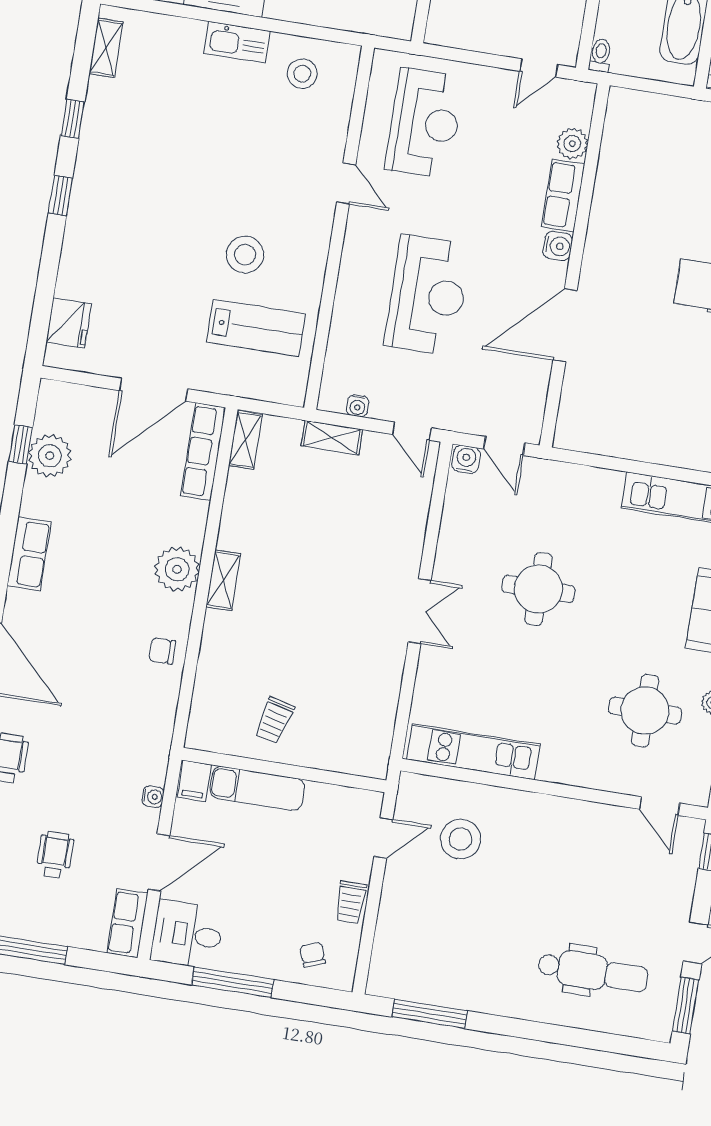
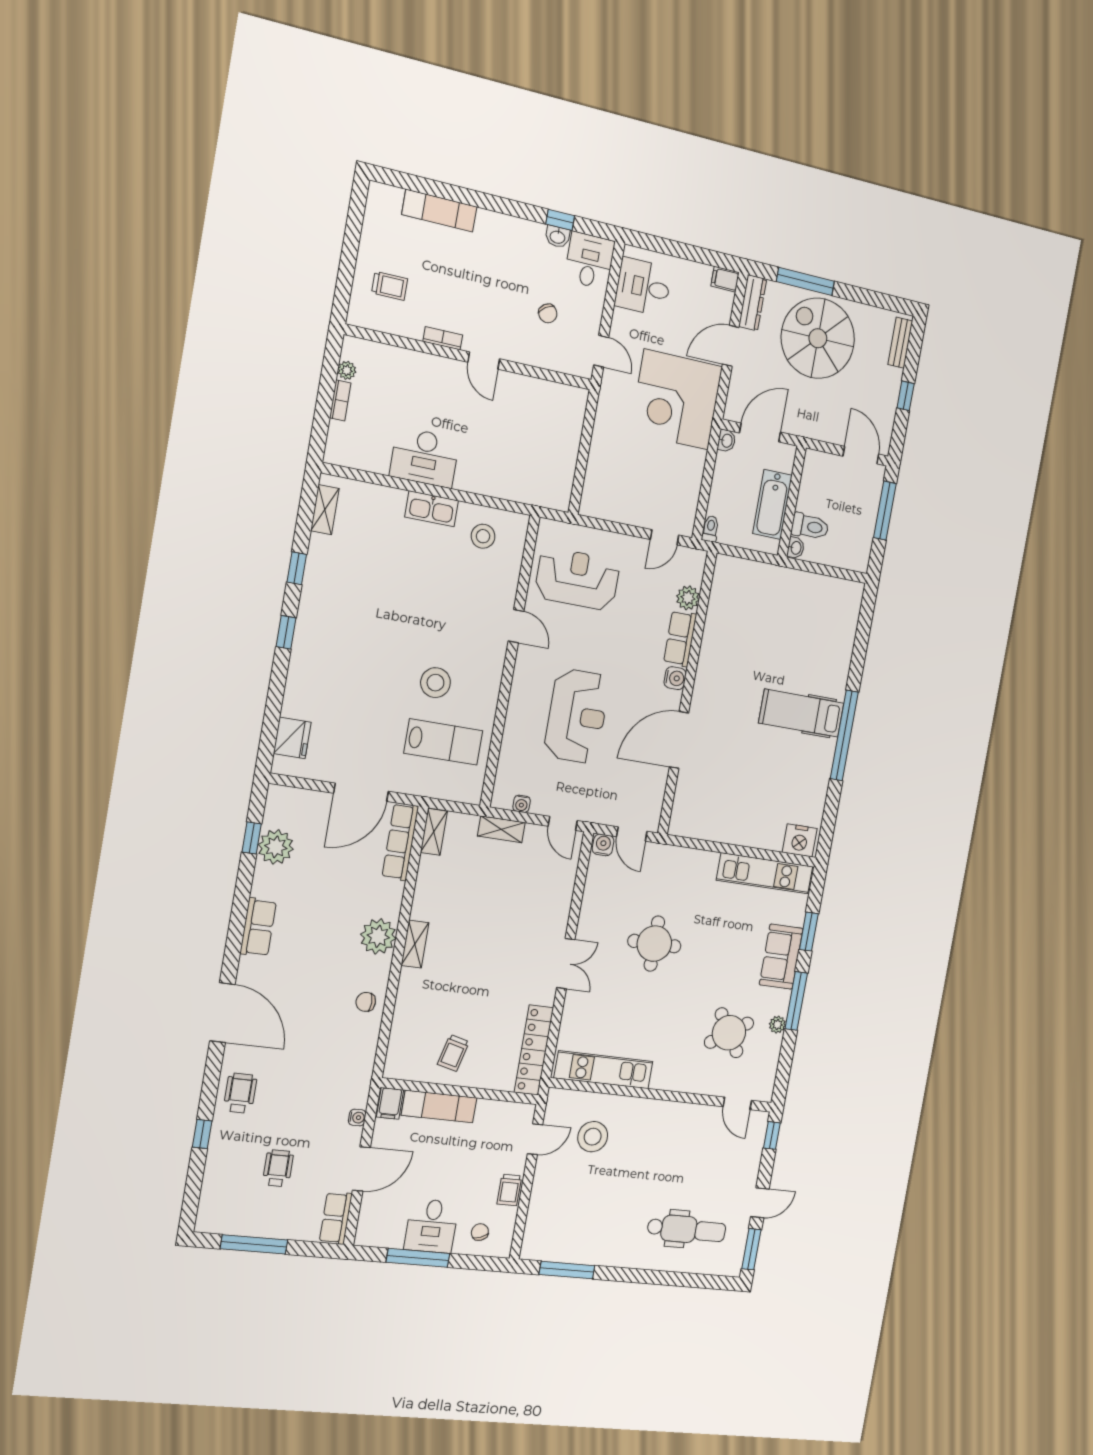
reception desk: (425, 123) -> (577, 579), turned -90
round table: (645, 711) -> (729, 1033), turned -33
locker: (380, 721) -> (534, 1050), added
desk: (187, 934) -> (432, 1226), moved, turned -90

